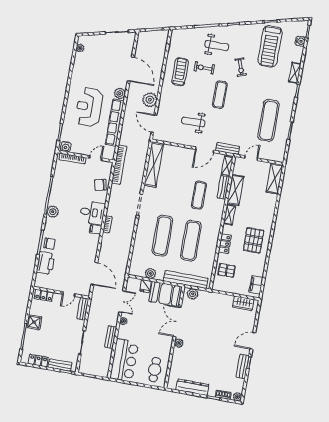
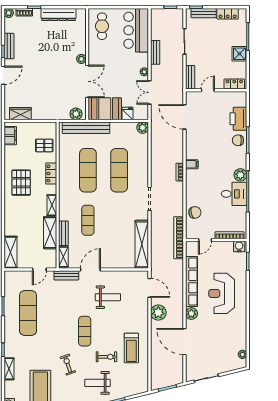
reception desk: (89, 107) -> (222, 293), turned 180
desk: (92, 213) -> (234, 194), moved, turned 180
plant: (150, 273) -> (143, 128), moved

